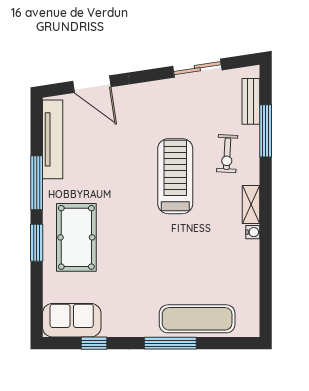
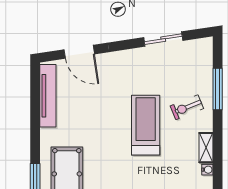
bench: (251, 101) -> (206, 66), removed
exercise bike: (227, 154) -> (187, 107), turned 65
window: (37, 183) -> (35, 130), removed

